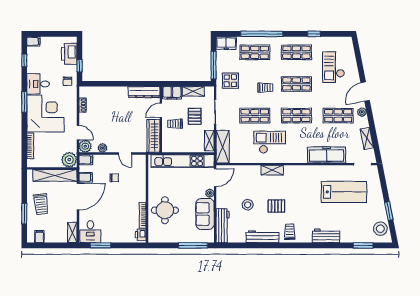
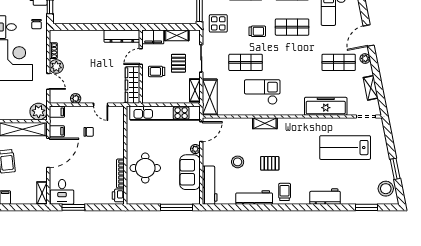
shop shelf: (296, 116) -> (292, 62), removed
plant: (85, 146) -> (56, 67), moved
lab bench: (344, 192) -> (345, 148), turned 180

